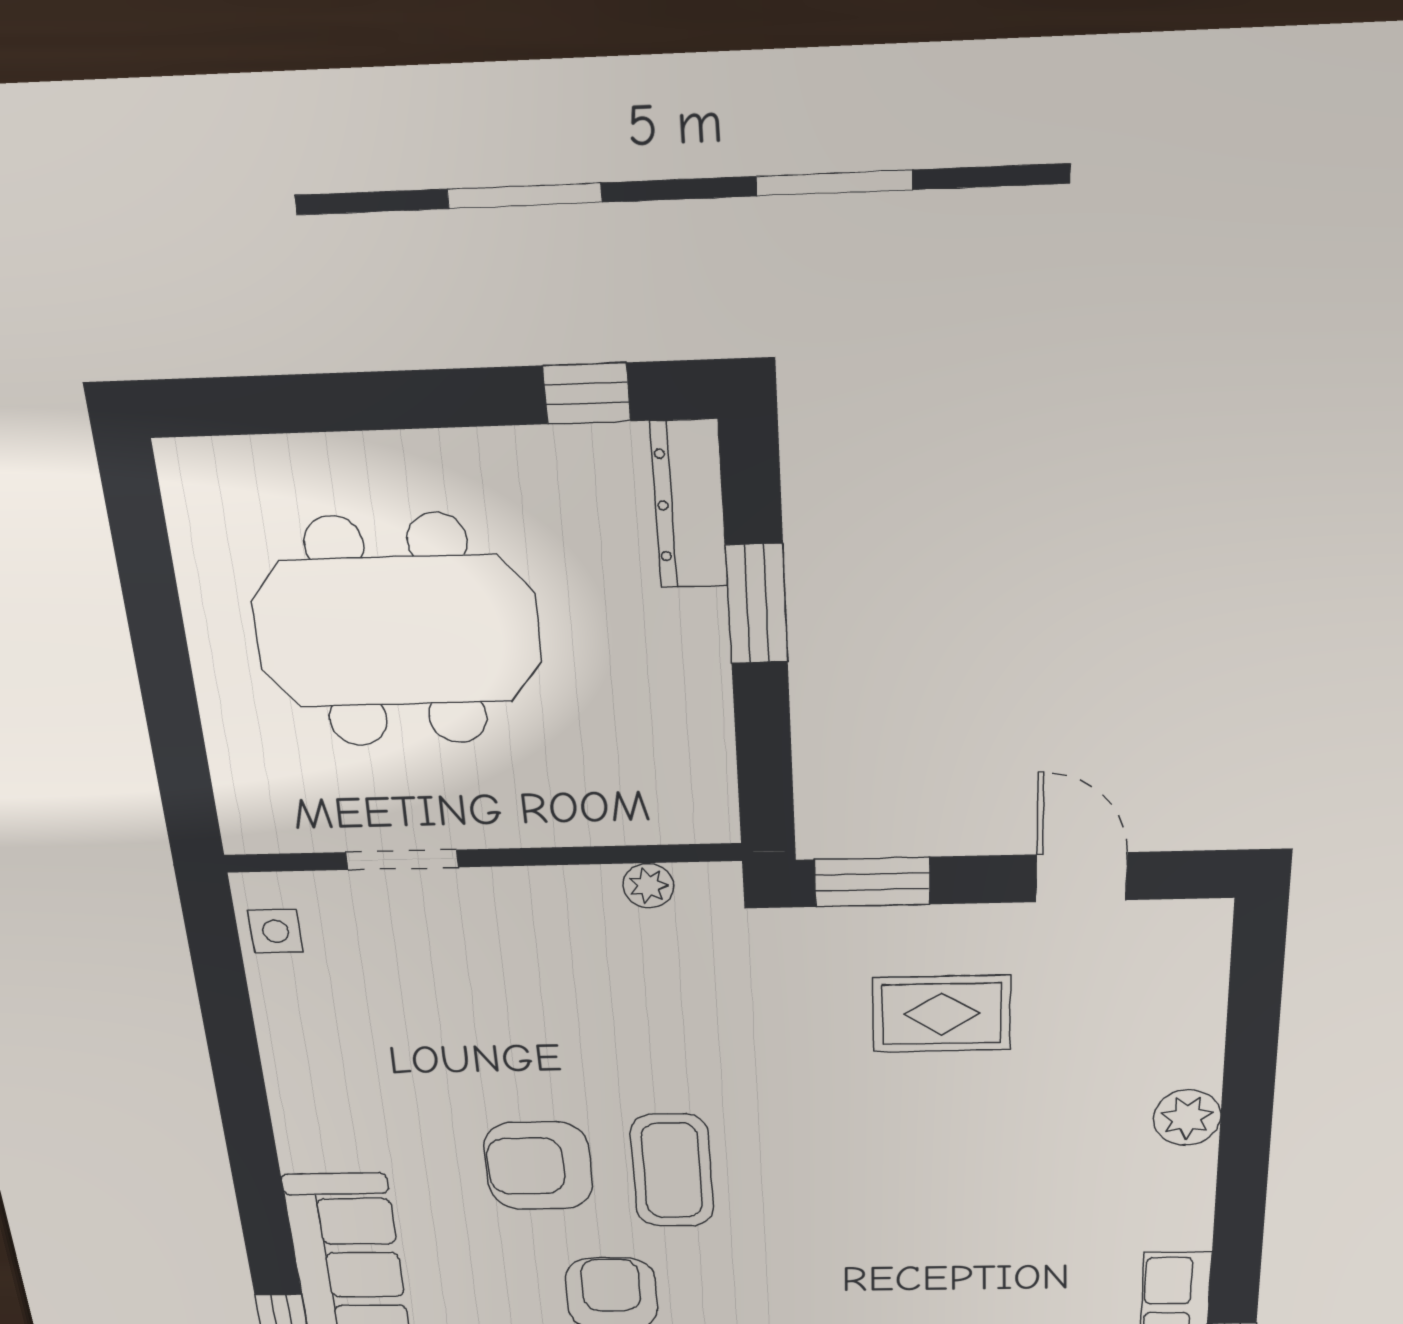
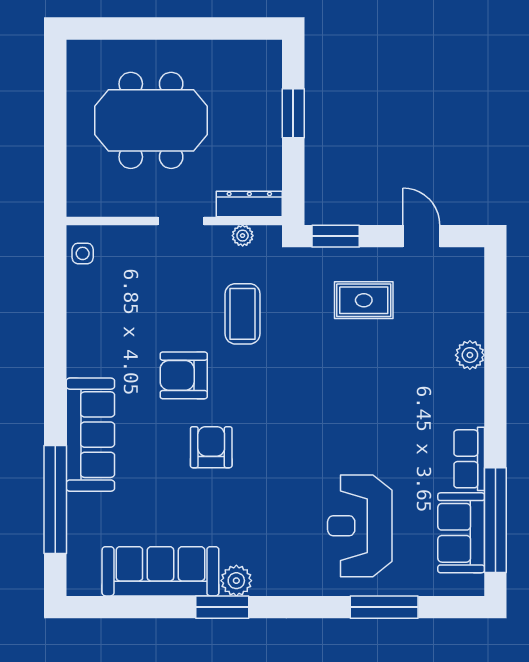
window: (587, 393) -> (234, 29), removed
dresser: (689, 505) -> (249, 204), moved, turned 90
doorway: (402, 860) -> (181, 221), moved
coffee table: (672, 1170) -> (242, 314), moved

